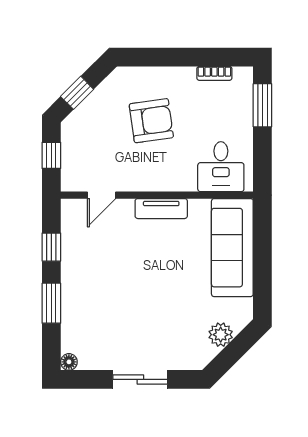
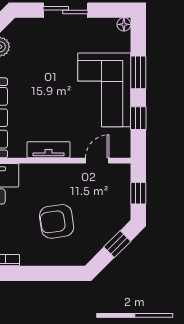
corner sofa: (93, 282) -> (104, 90), added

